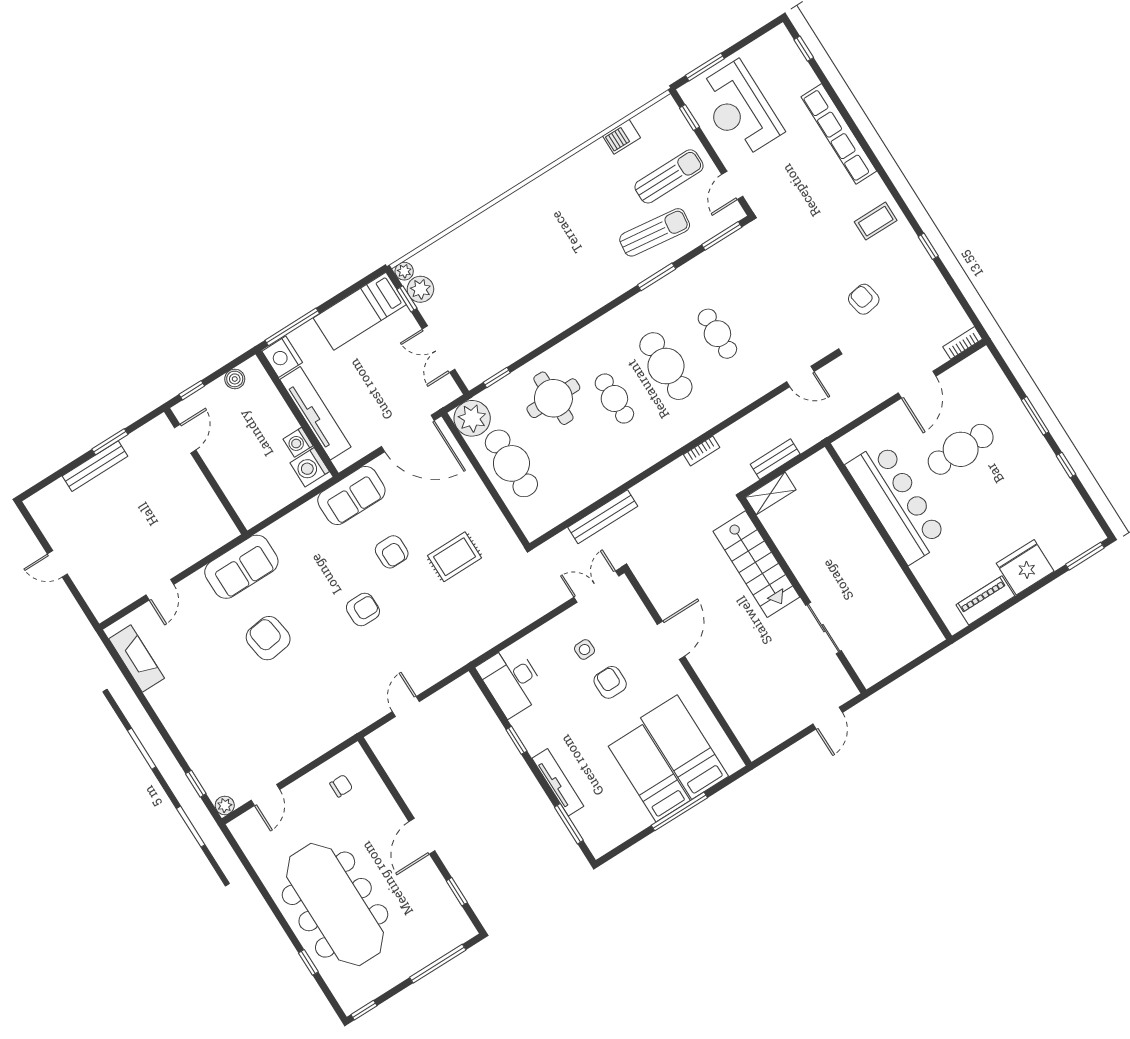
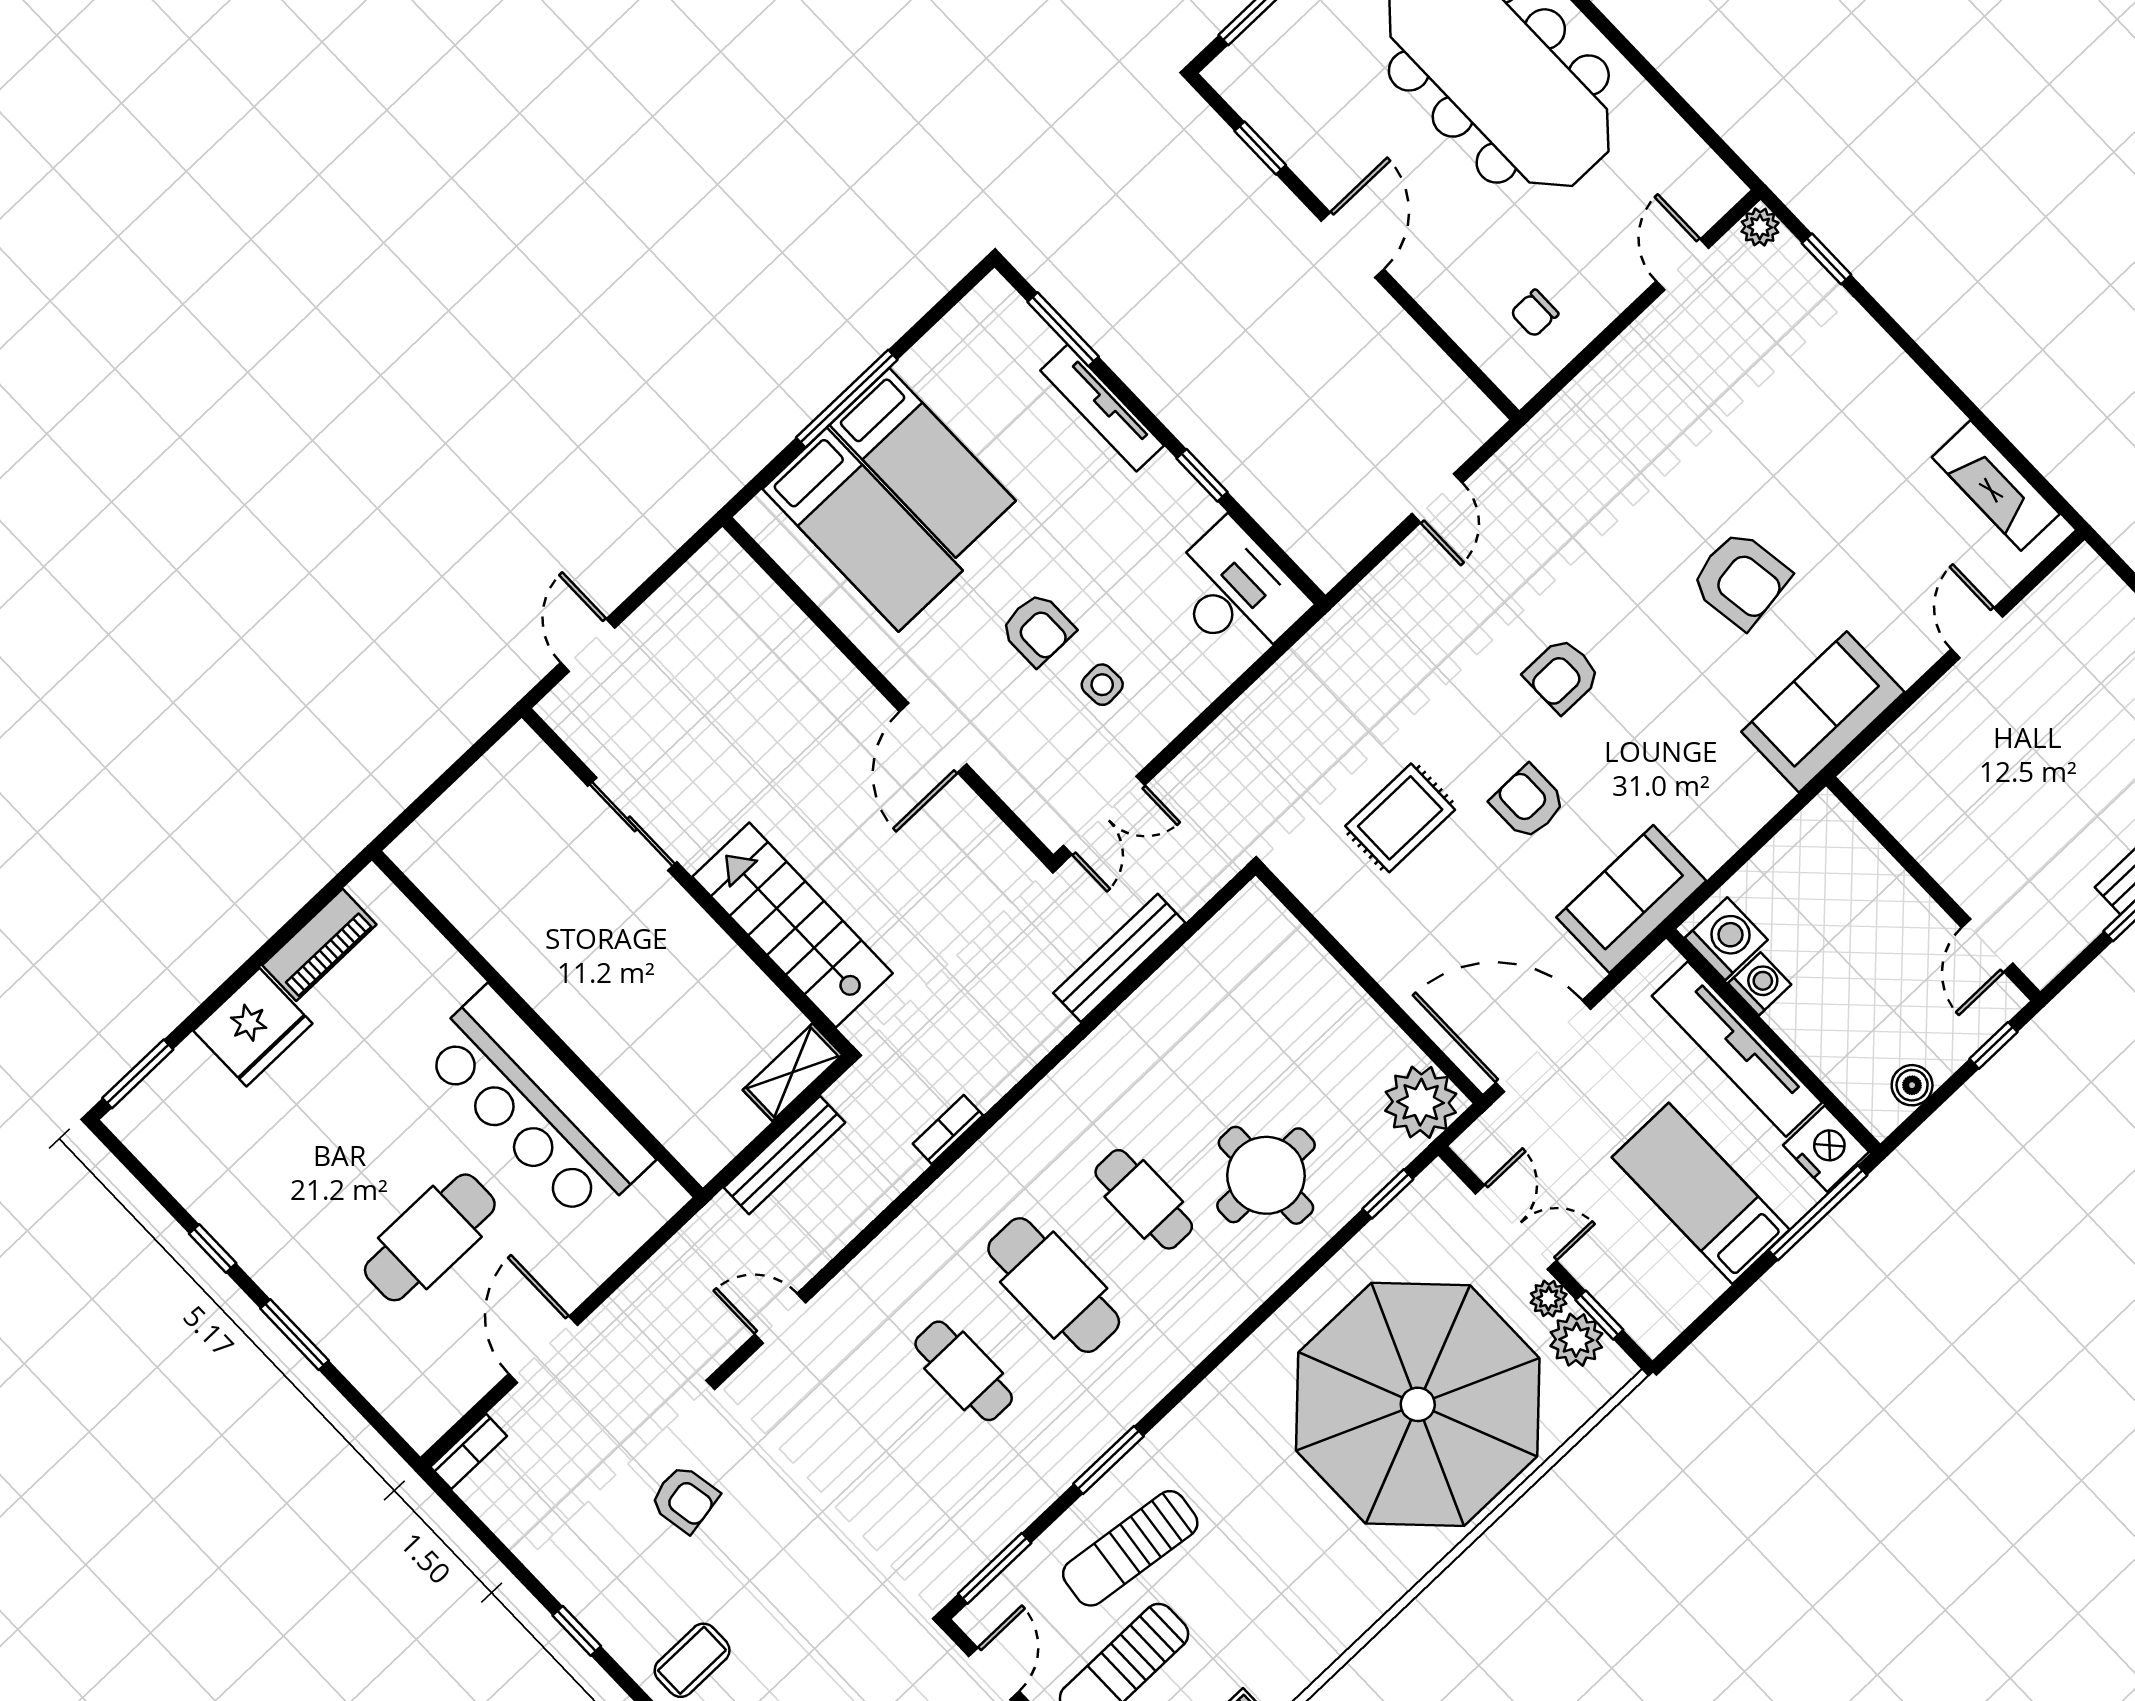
plant: (404, 271) -> (1549, 1299), moved
parasol: (503, 274) -> (1418, 1404), added
bed: (360, 311) -> (1701, 1193), moved, turned -90
bench: (775, 459) -> (785, 1155), width x1.36
cafe table: (511, 463) -> (1324, 1028), removed

